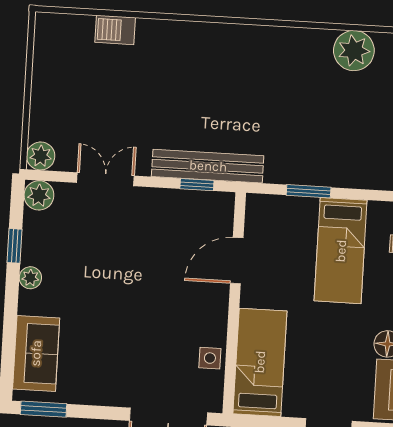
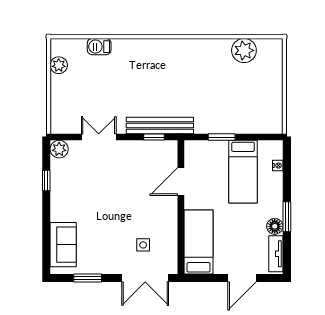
plant: (41, 156) -> (59, 65), moved
plant: (30, 278) -> (57, 199), removed
side table: (210, 358) -> (143, 245), moved
window: (43, 409) -> (88, 278), moved

